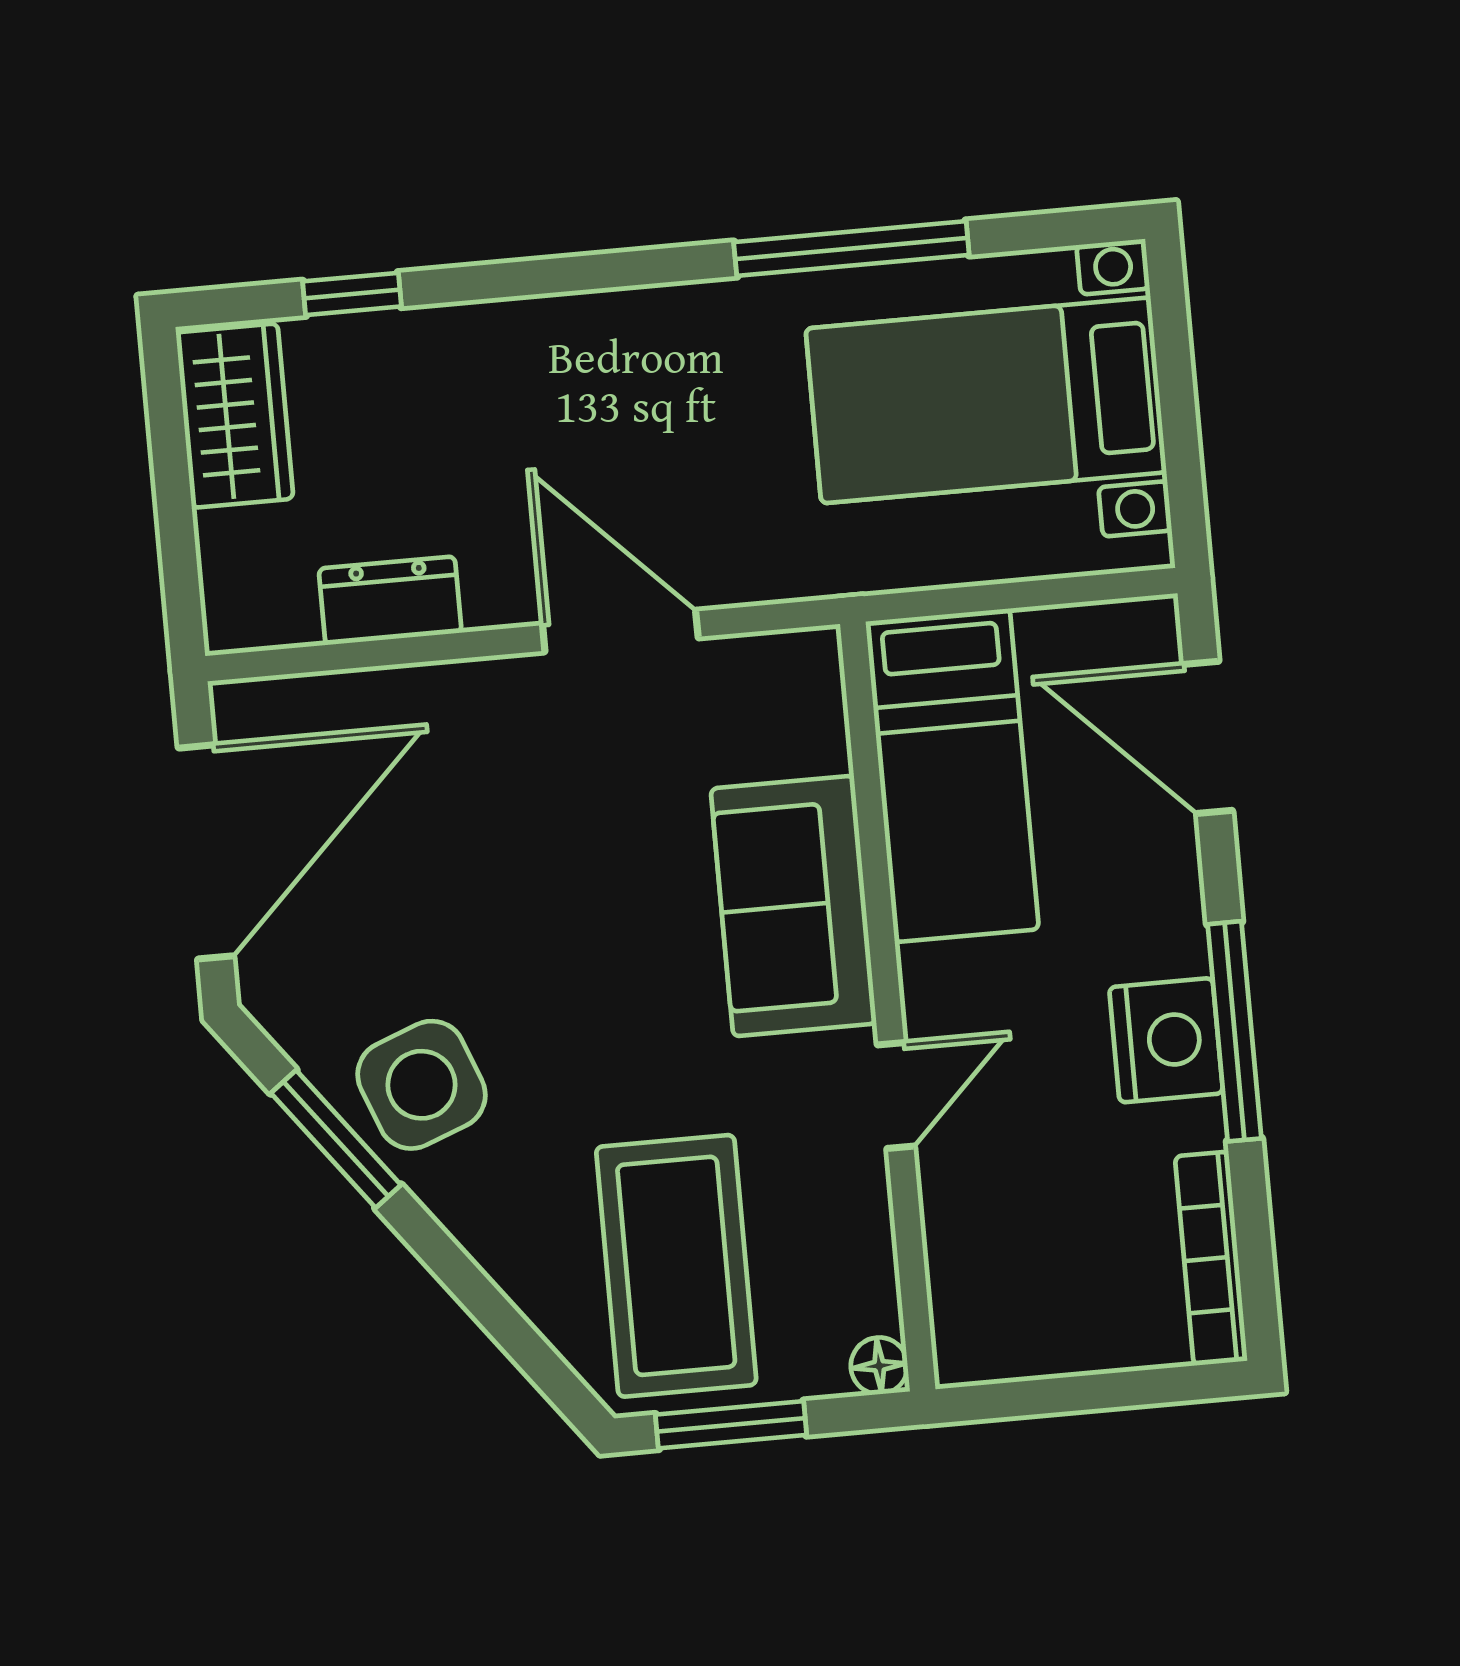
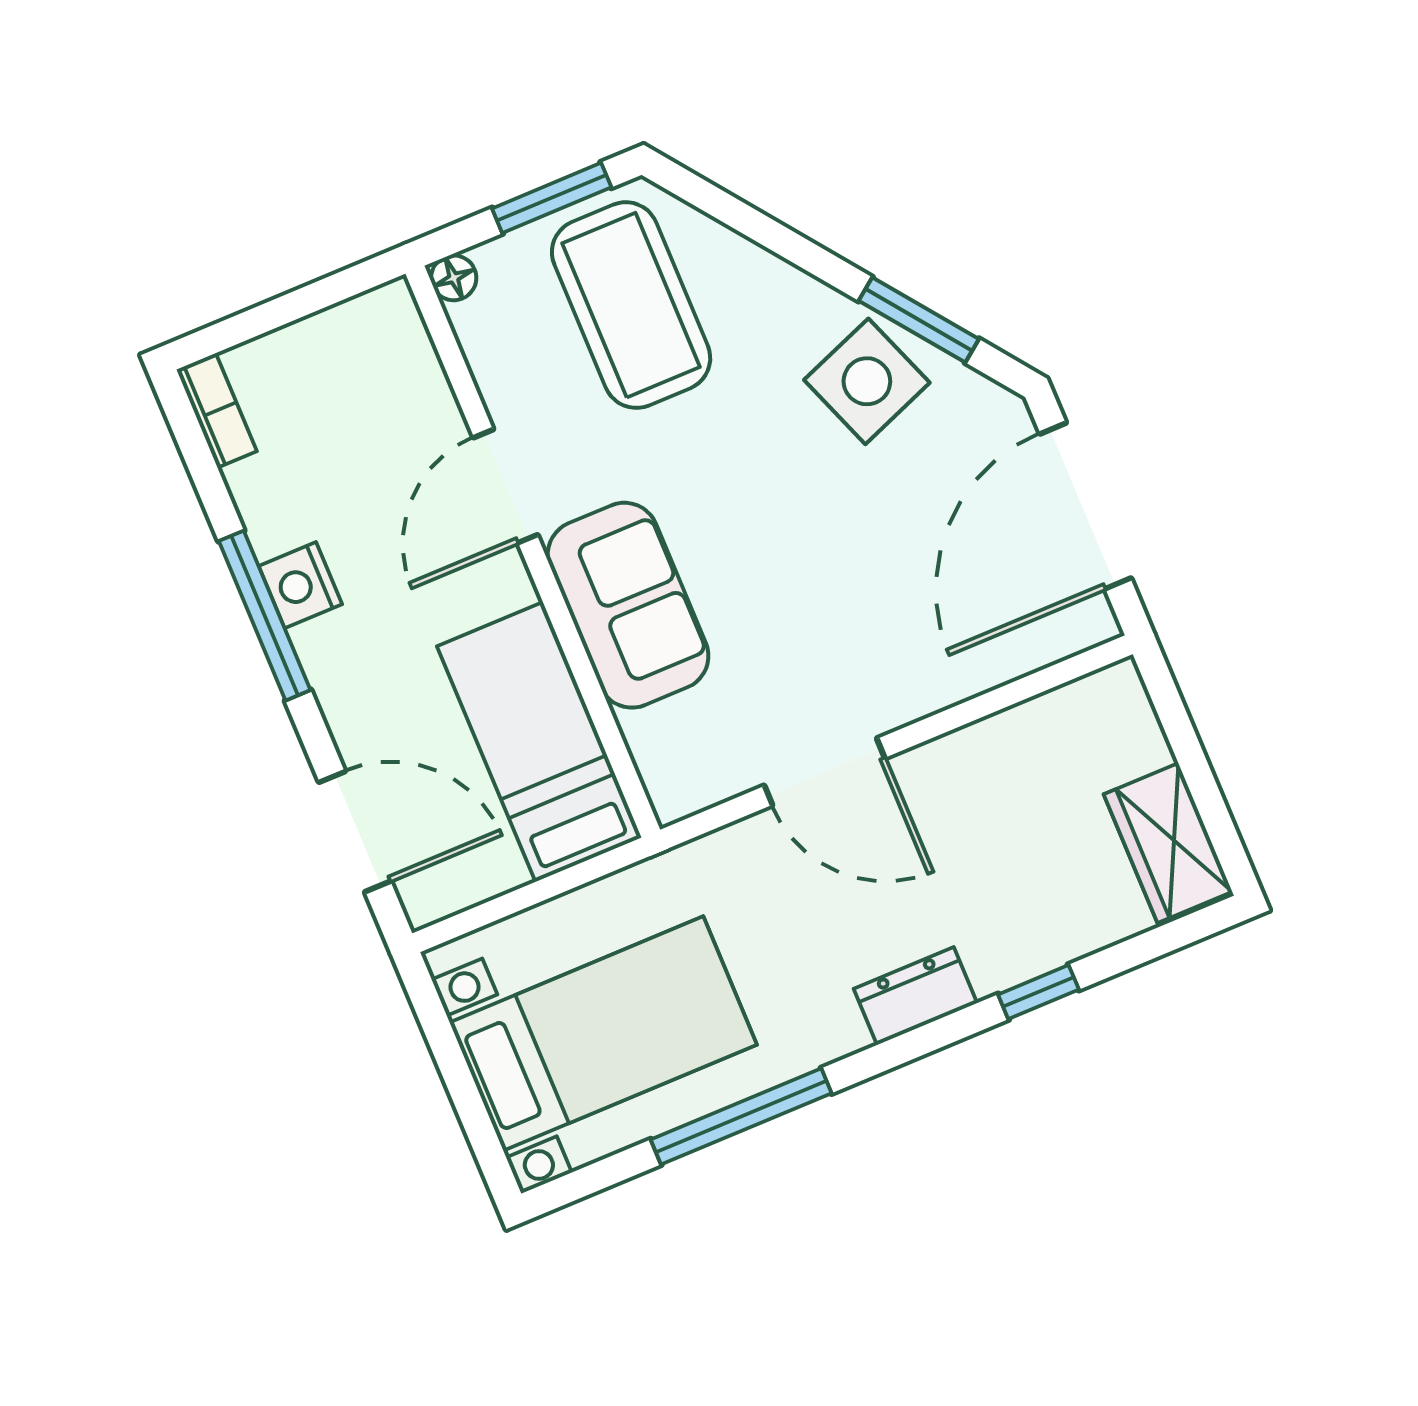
window: (352, 294) -> (1038, 992), moved
dresser: (390, 601) -> (915, 996), moved, turned 180
nightstand: (1166, 1040) -> (300, 585), width x0.74, depth x0.75
door: (896, 1095) -> (506, 486), width x1.38
bookcase: (1211, 1259) -> (217, 410), width x0.64

